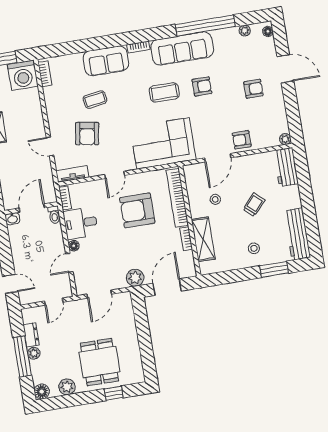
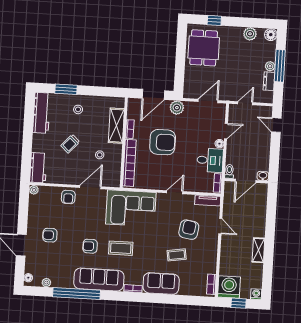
armchair: (242, 140) -> (68, 197), turned 90
armchair: (137, 210) -> (163, 142), moved
dining table: (99, 362) -> (204, 48), moved

